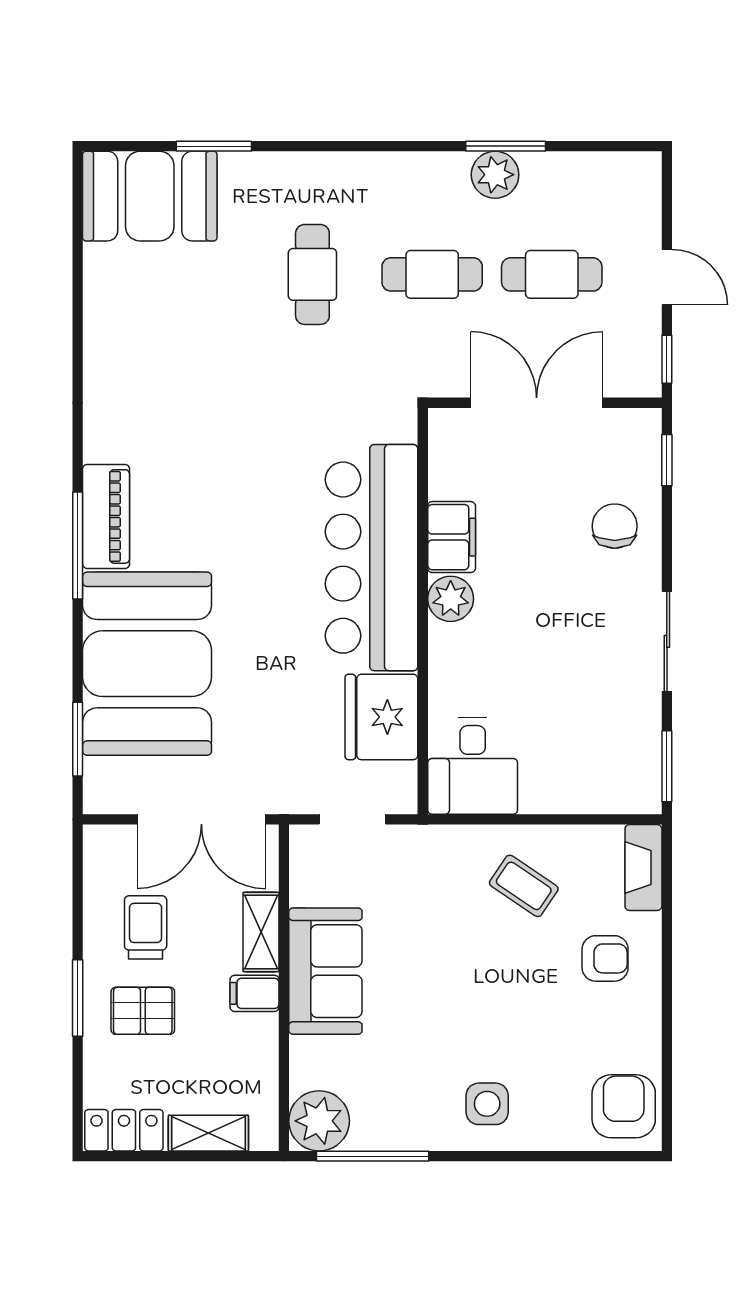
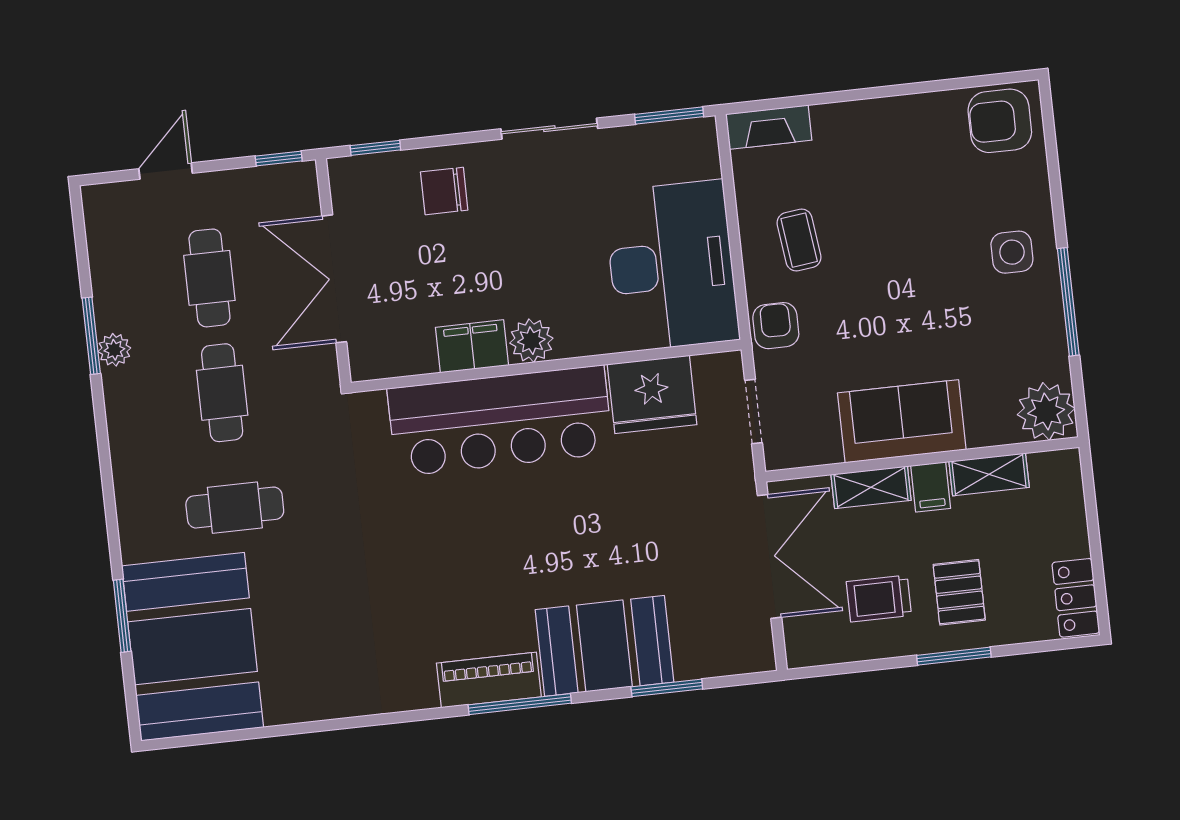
plant: (495, 175) -> (114, 350), width x0.73, depth x0.73
booth: (150, 196) -> (193, 647), width x1.36, depth x1.42
door: (667, 277) -> (166, 171), moved
booth: (147, 664) -> (604, 646), width x0.73, depth x0.70
window: (78, 739) -> (667, 688), moved
desk: (473, 766) -> (671, 266), width x1.87, depth x1.30
coffee table: (524, 886) -> (799, 240), turned -41
armchair: (605, 958) -> (776, 326), moved
shelving: (208, 1133) -> (989, 474), moved, turned 90
window: (373, 1156) -> (1068, 302), moved

